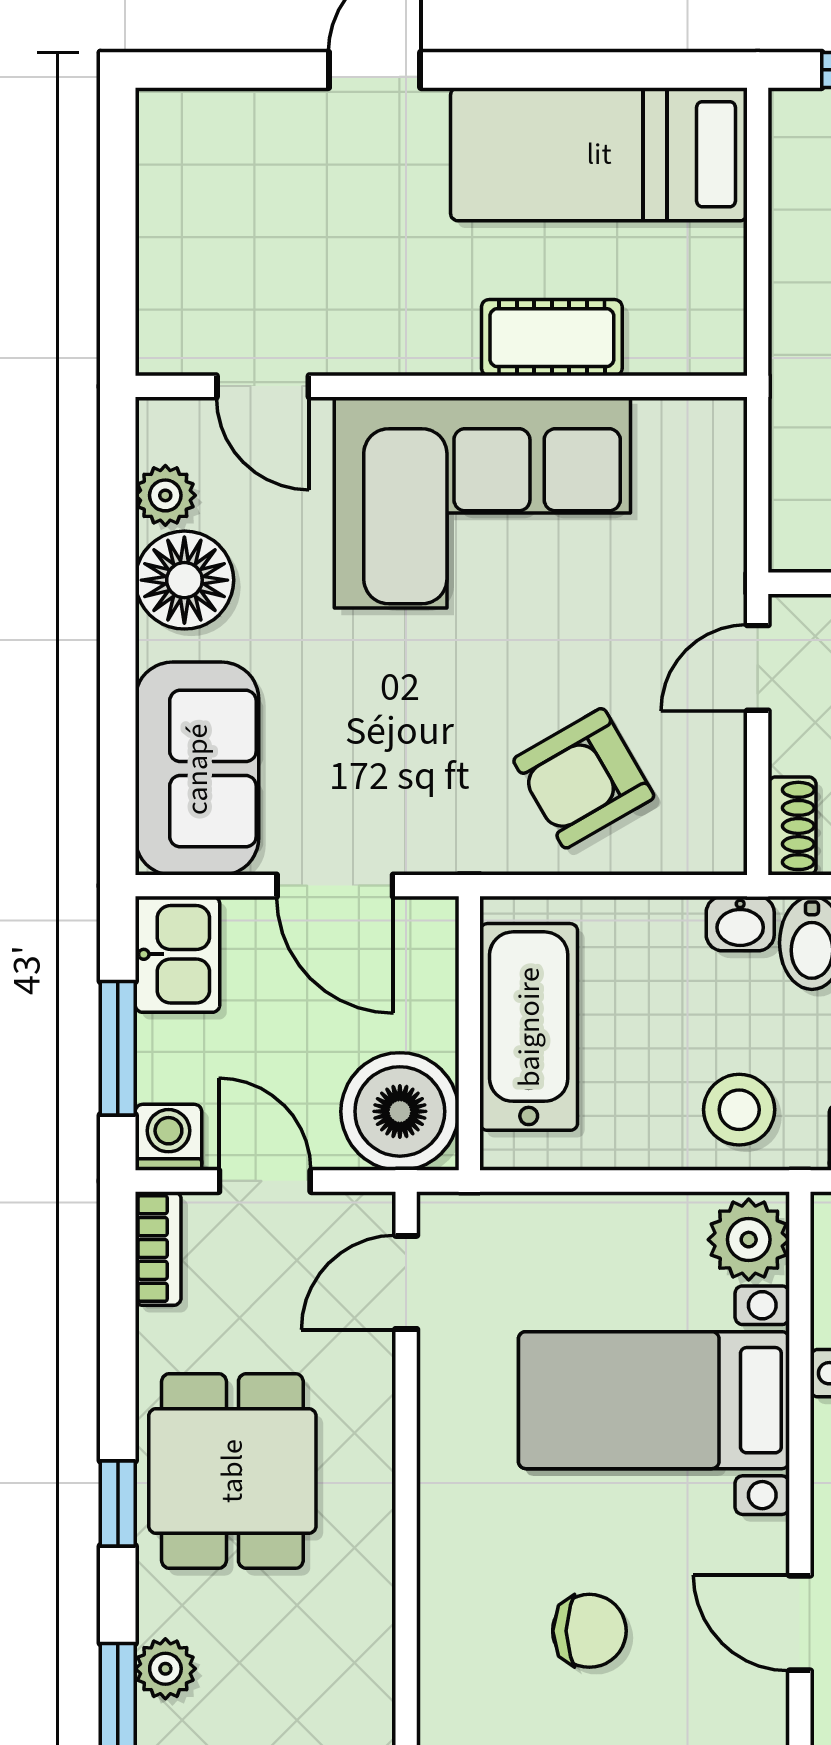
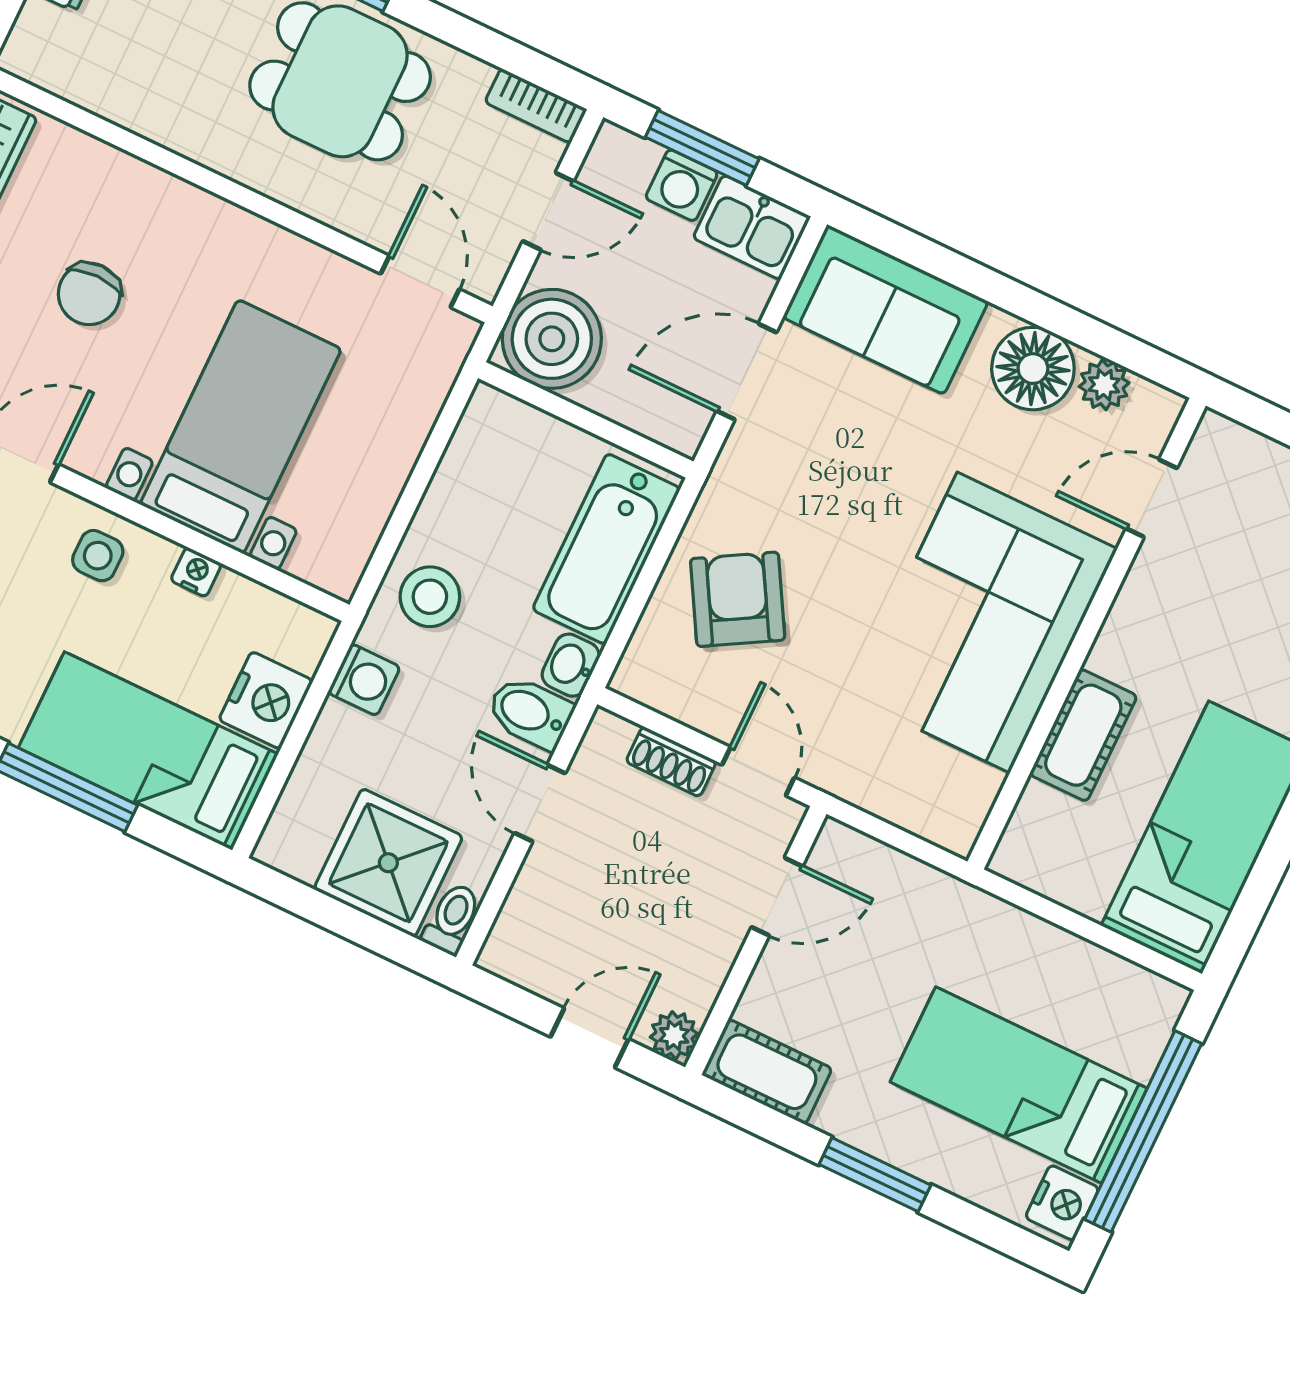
shoe rack: (792, 826) -> (671, 762), moved
bathtub: (529, 1027) -> (606, 549), moved, turned 90
washing machine: (168, 1137) -> (682, 185), moved, turned 90
plant: (749, 1240) -> (328, 557), removed

